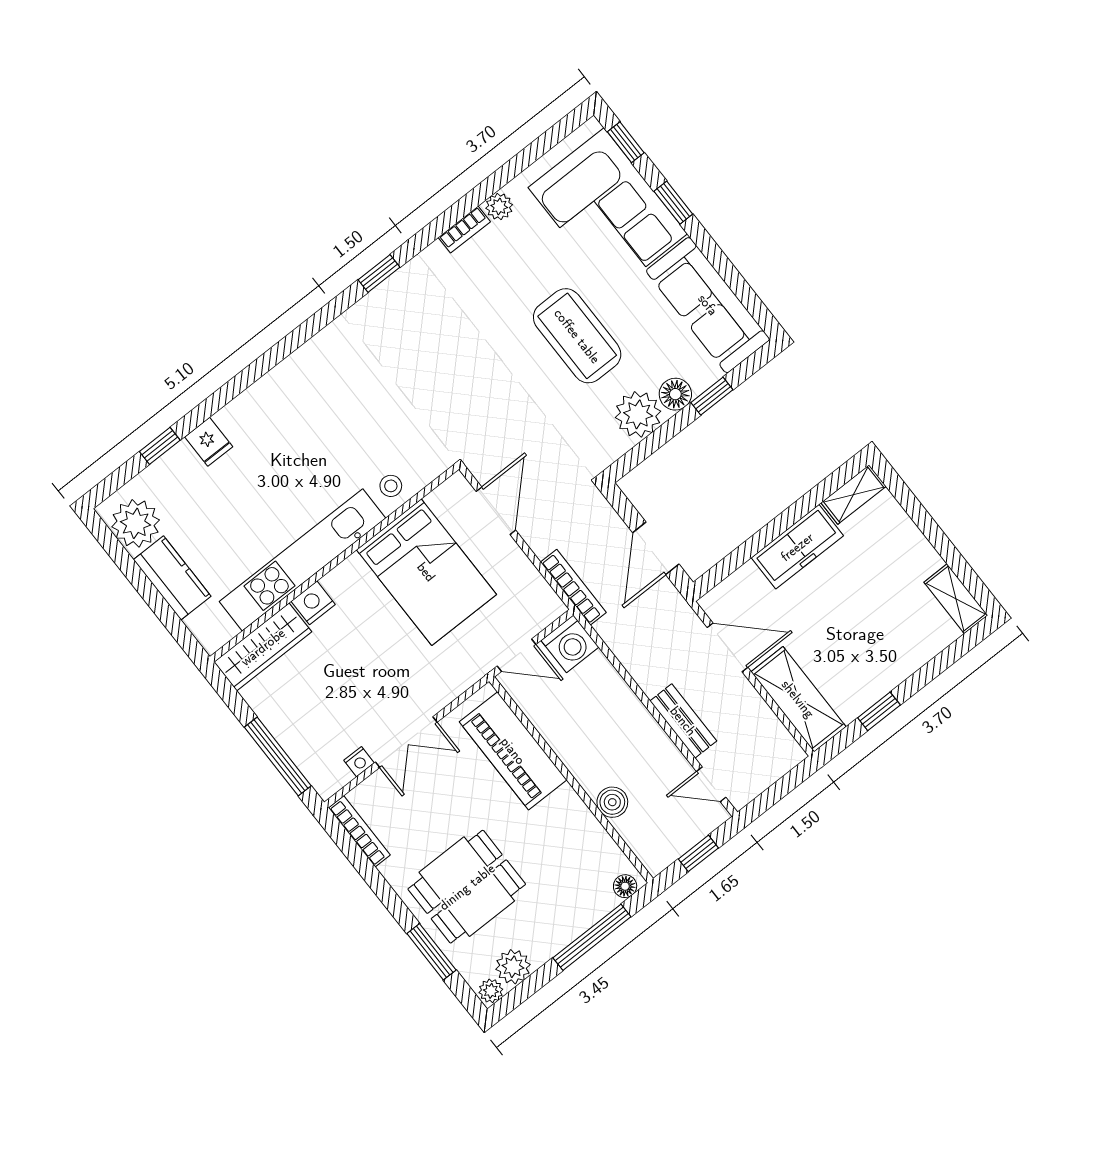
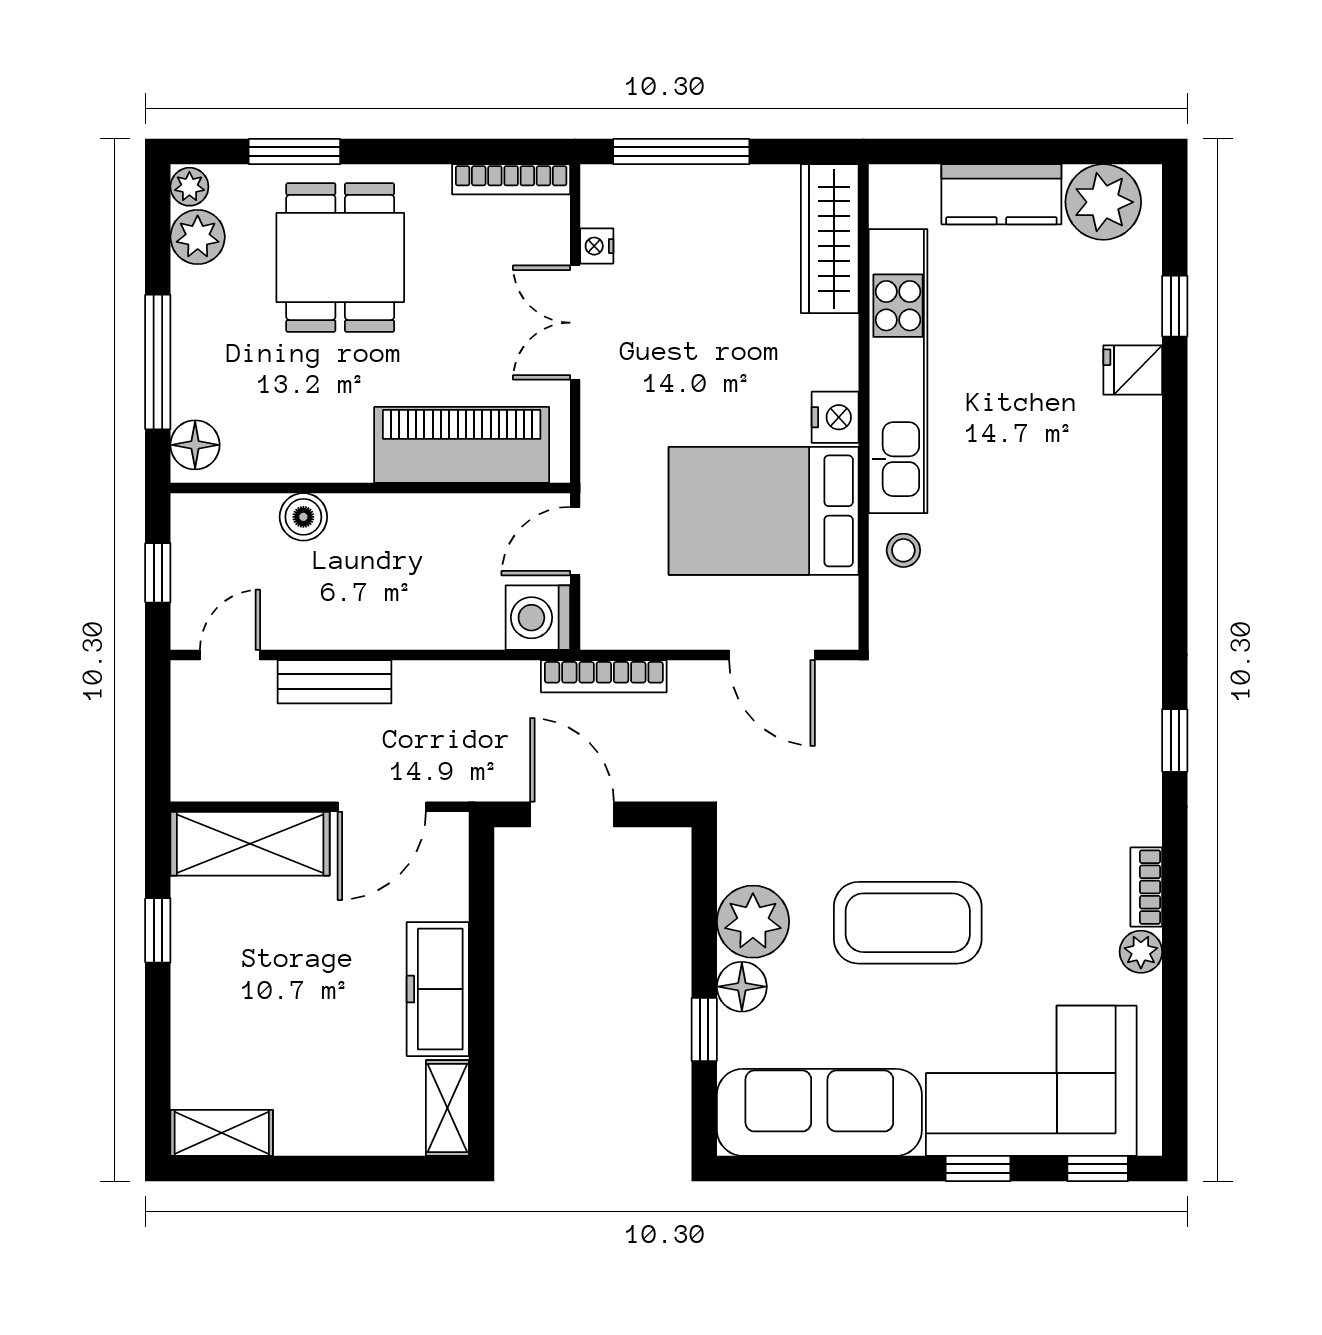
nightstand: (313, 603) -> (835, 417), moved
floor lamp: (625, 886) -> (195, 445), width x1.37, depth x1.37

